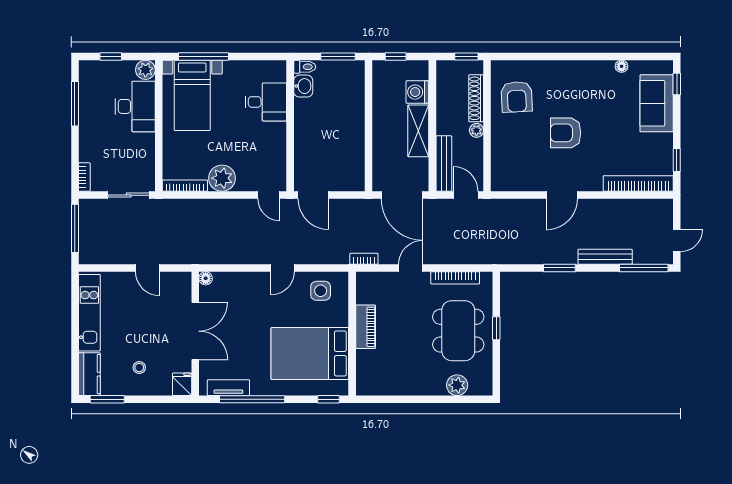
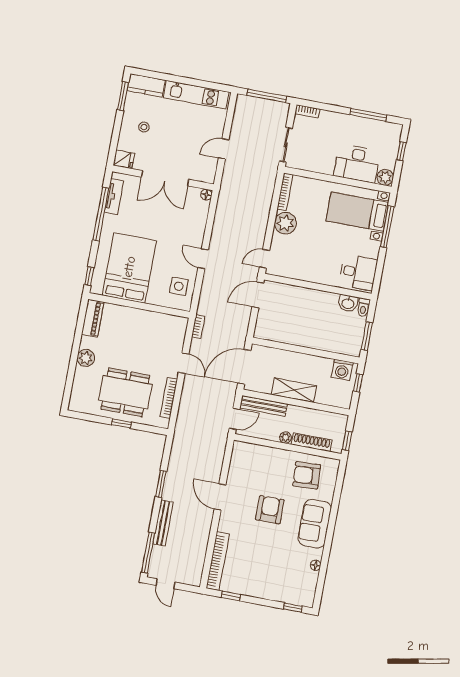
washing machine: (417, 92) -> (342, 370), moved, turned 180
desk: (266, 102) -> (358, 272), moved, turned -90
sofa: (657, 103) -> (315, 524), moved, turned -90
piano: (366, 327) -> (93, 318), moved, turned -90
plant: (457, 385) -> (86, 358), moved

